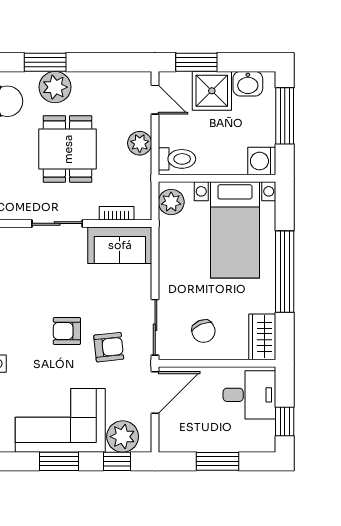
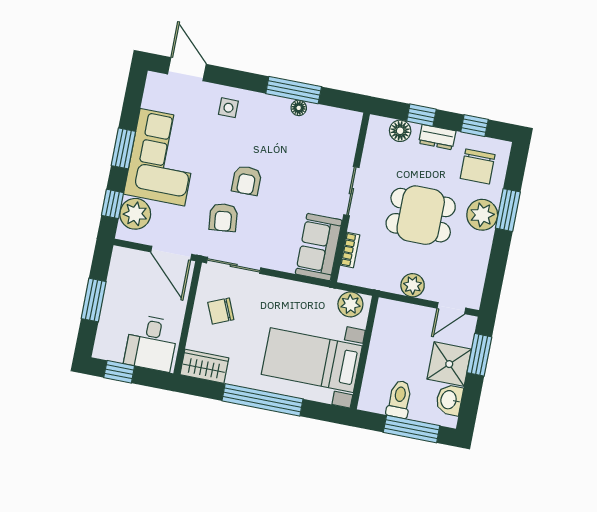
toilet: (177, 159) -> (399, 399), moved, turned 180
washing machine: (262, 161) -> (373, 399), removed
armchair: (67, 331) -> (247, 180), turned 180

